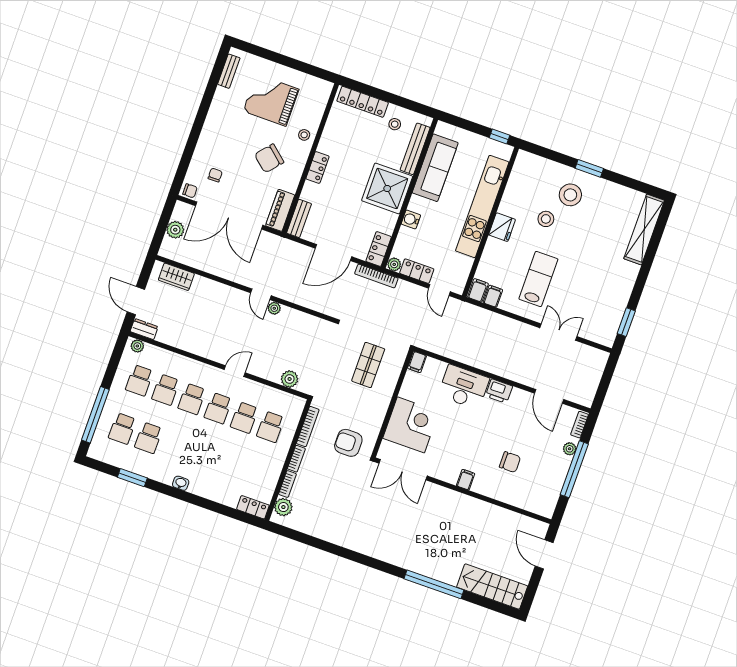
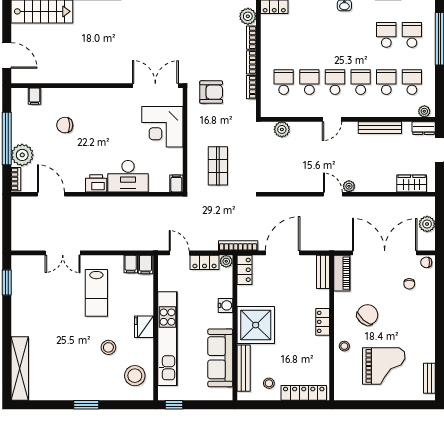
stool: (570, 195) -> (135, 376), moved
plant: (274, 308) -> (349, 186), moved
bench: (189, 345) -> (380, 128), added
bookcase: (308, 427) -> (251, 87), width x0.64
plant: (570, 449) -> (22, 155), width x1.88, depth x1.88
filing cabinet: (466, 480) -> (35, 96), moved

